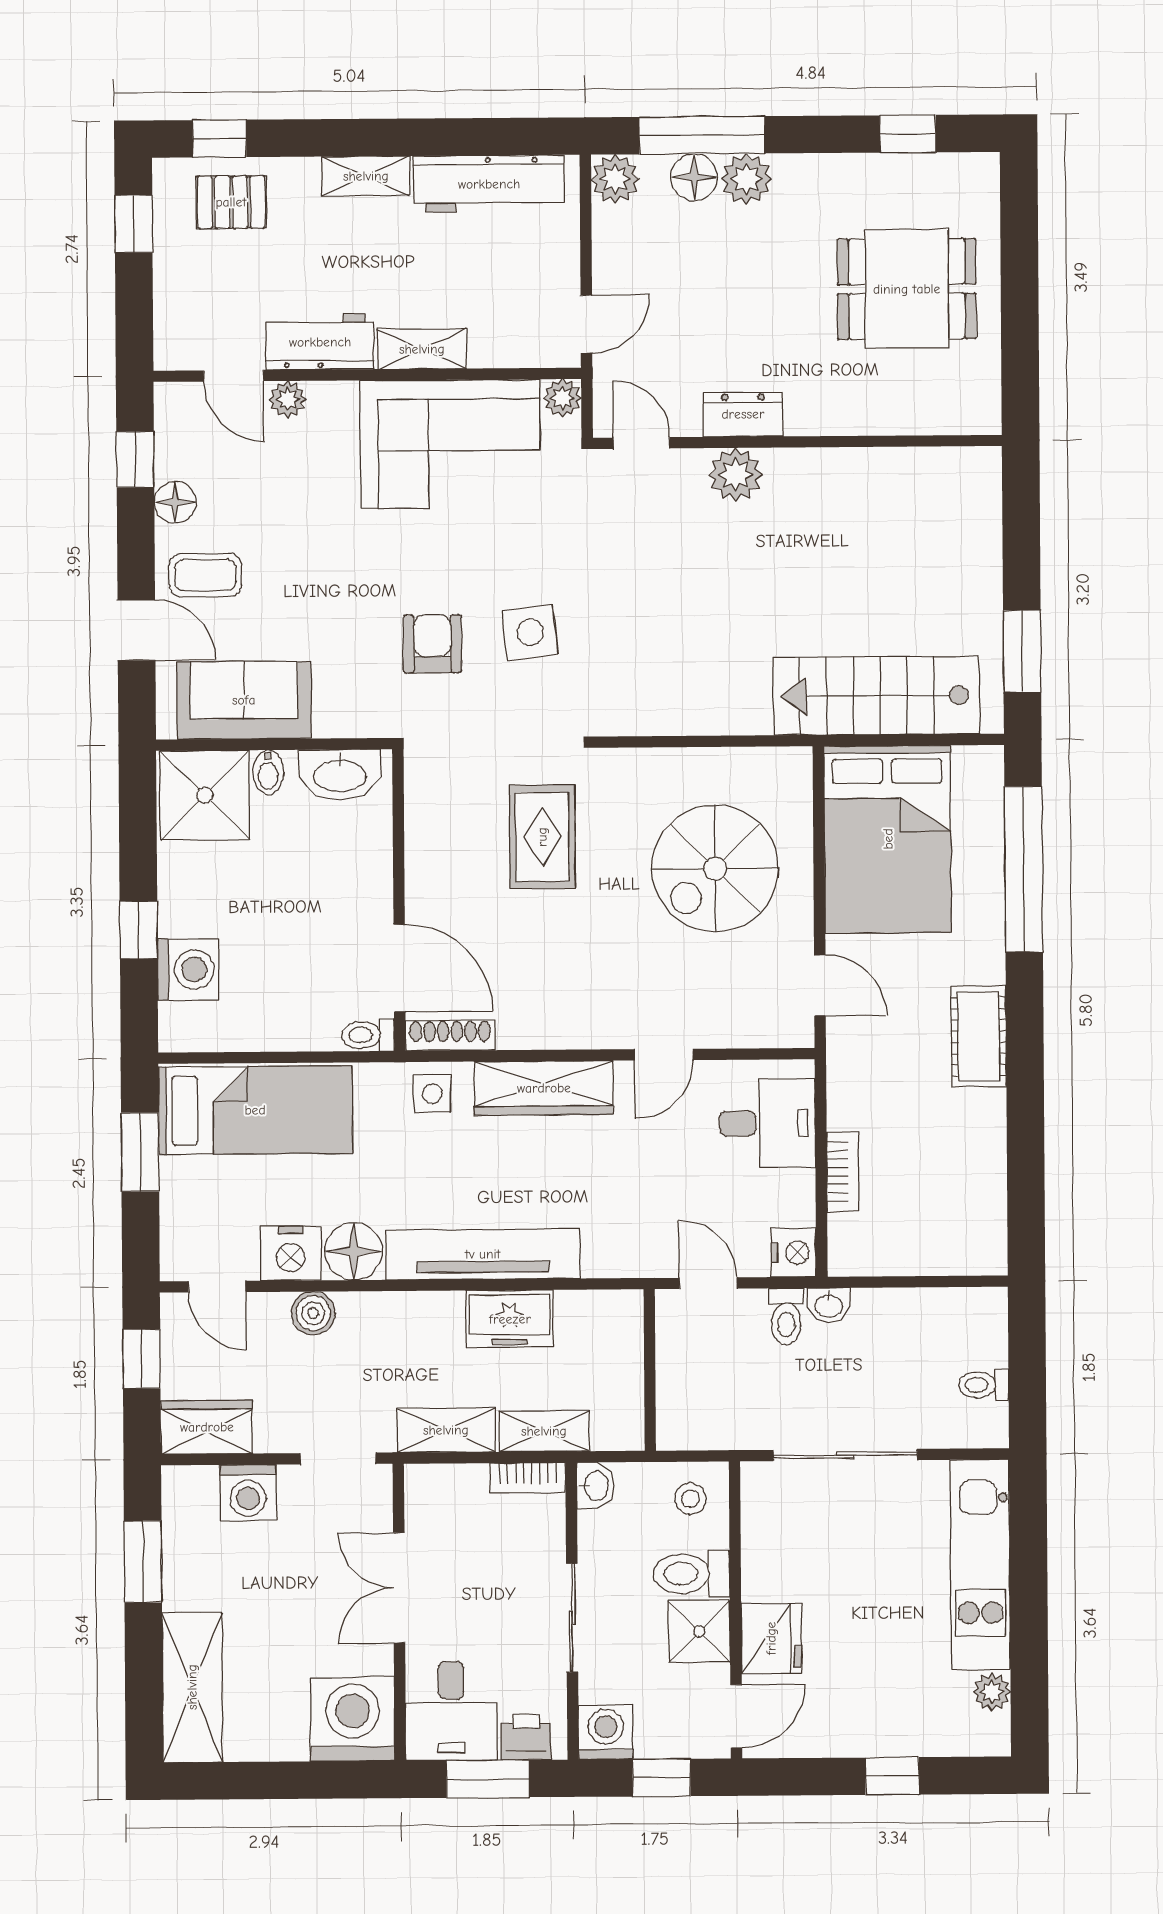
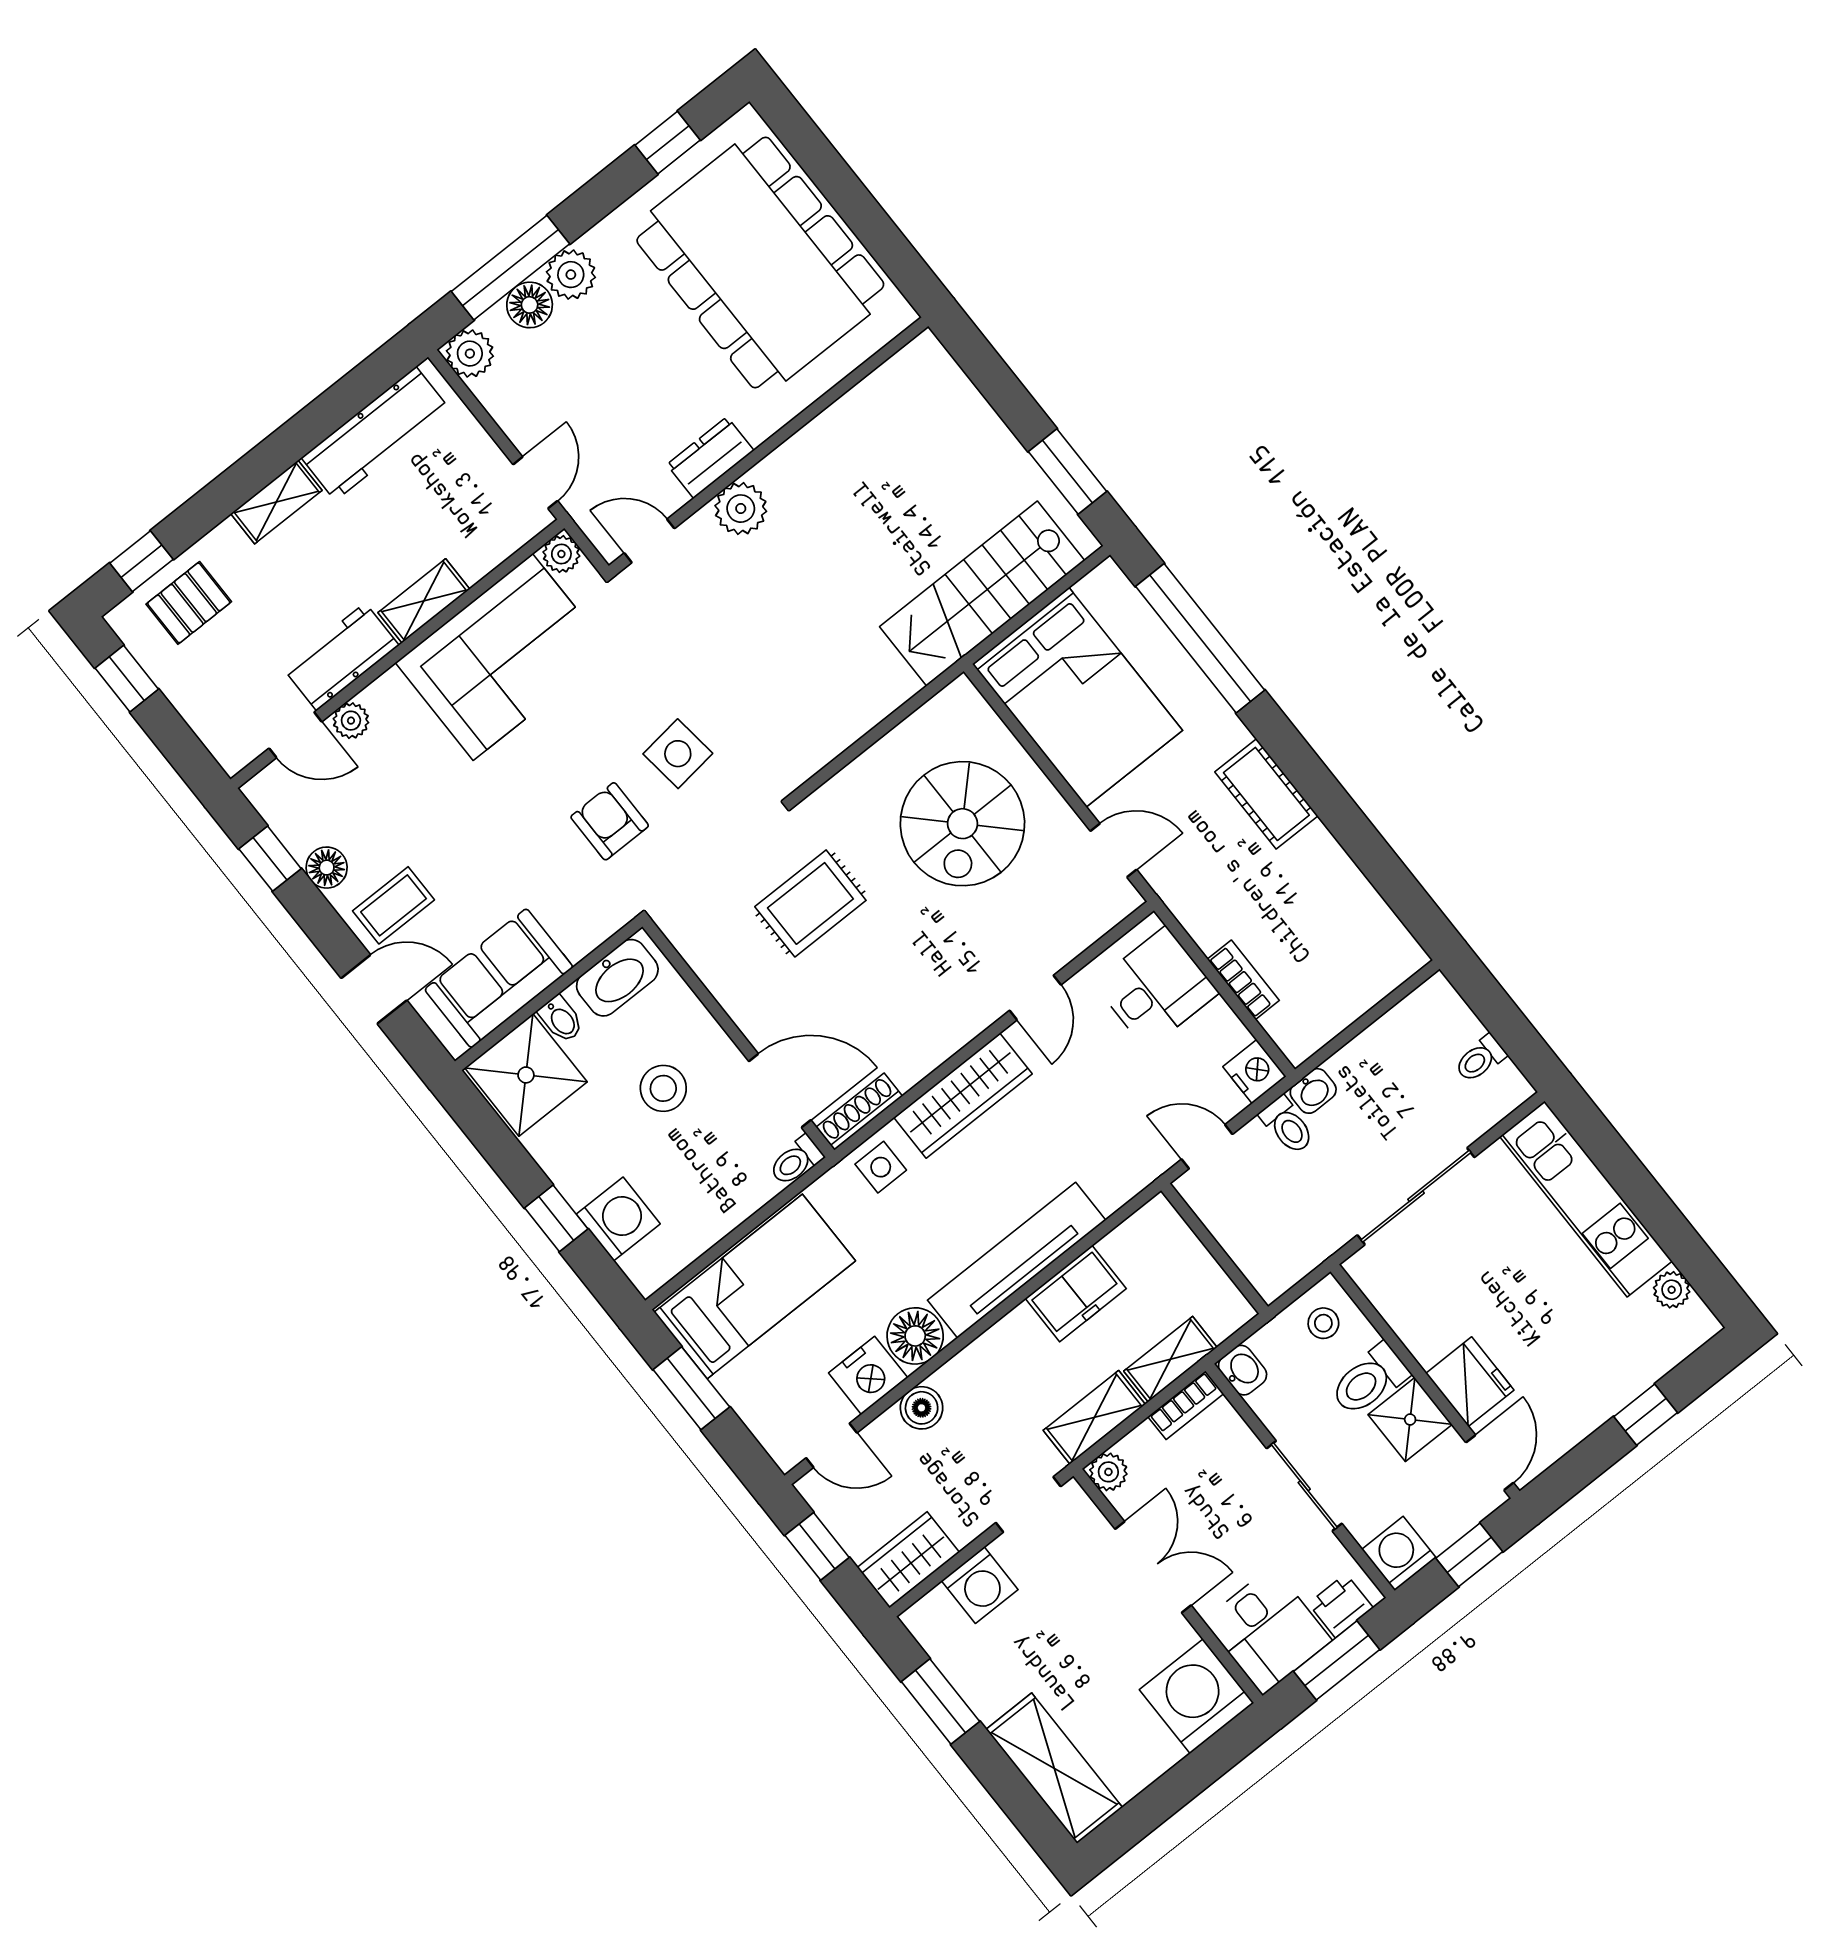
dining table: (907, 289) -> (760, 263), width x1.88, depth x1.24
rug: (542, 837) -> (810, 903), turned 90
stool: (307, 893) -> (663, 1088), added
plant: (423, 1483) -> (1108, 1472), added
double door: (399, 1588) -> (1153, 1567), swing flipped

